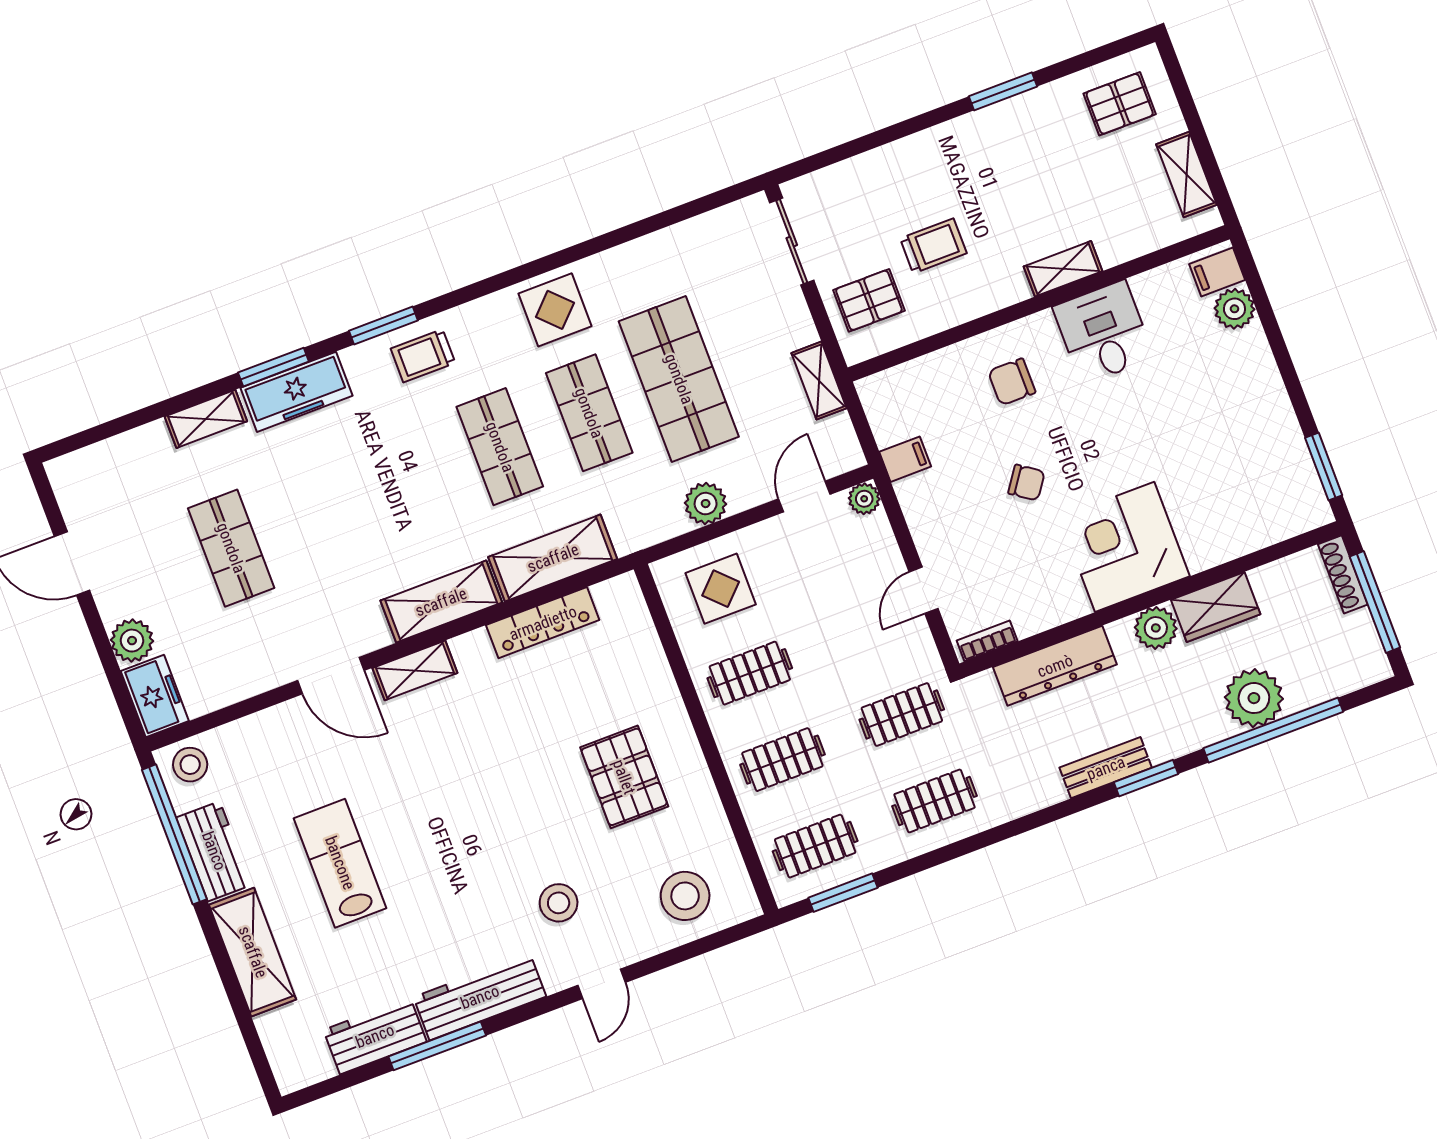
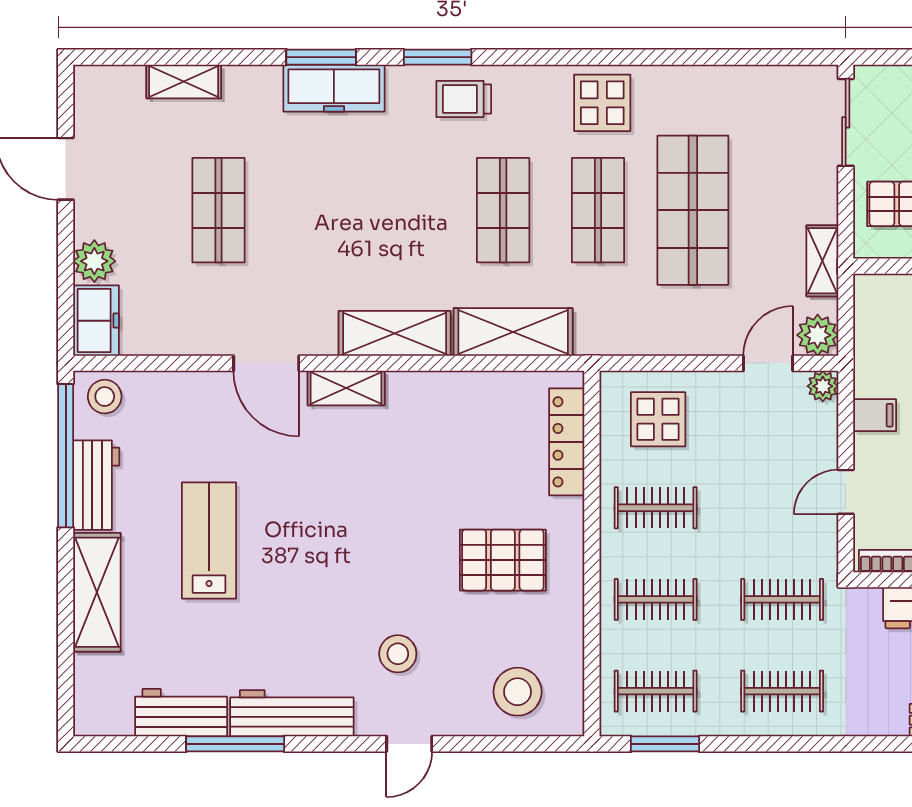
shelving: (206, 419) -> (184, 81), moved
filing cabinet: (905, 459) -> (875, 415), moved
plant: (706, 504) -> (818, 335), moved
locker: (543, 623) -> (567, 442), moved, turned 90
pallet: (624, 777) -> (503, 560), turned 90

